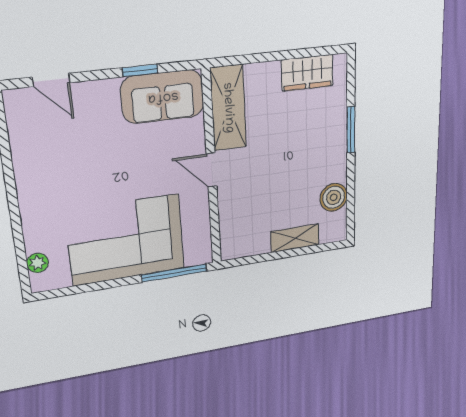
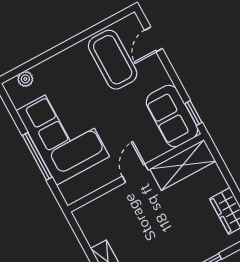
window: (140, 70) -> (193, 113), moved
coffee table: (57, 145) -> (113, 60), added
window: (174, 273) -> (37, 156), moved

